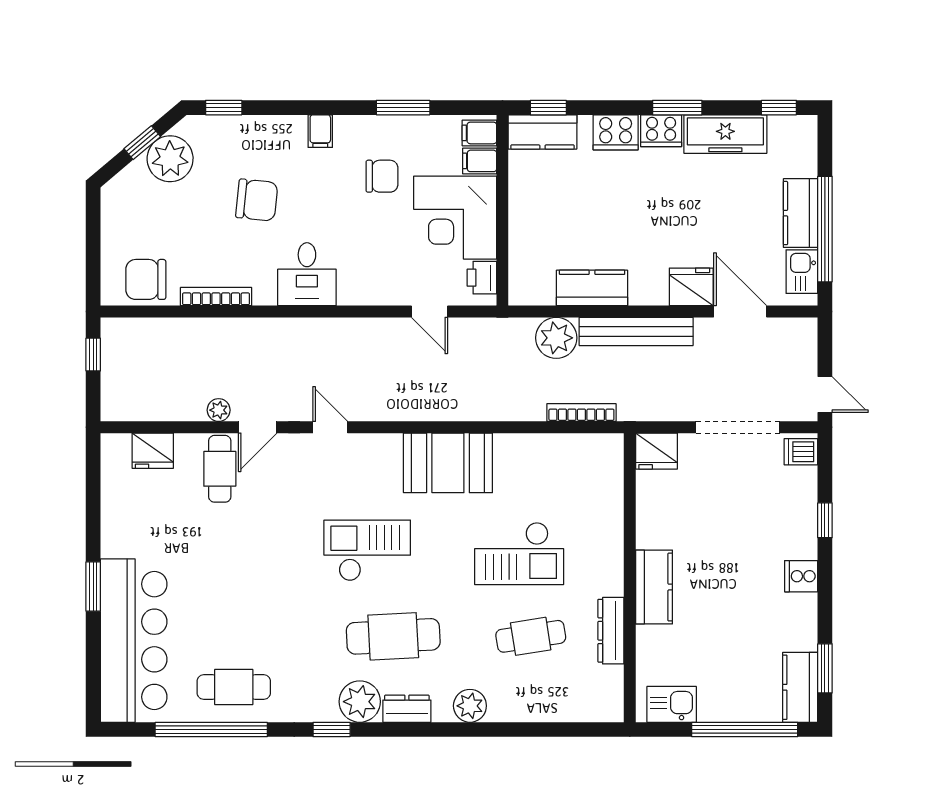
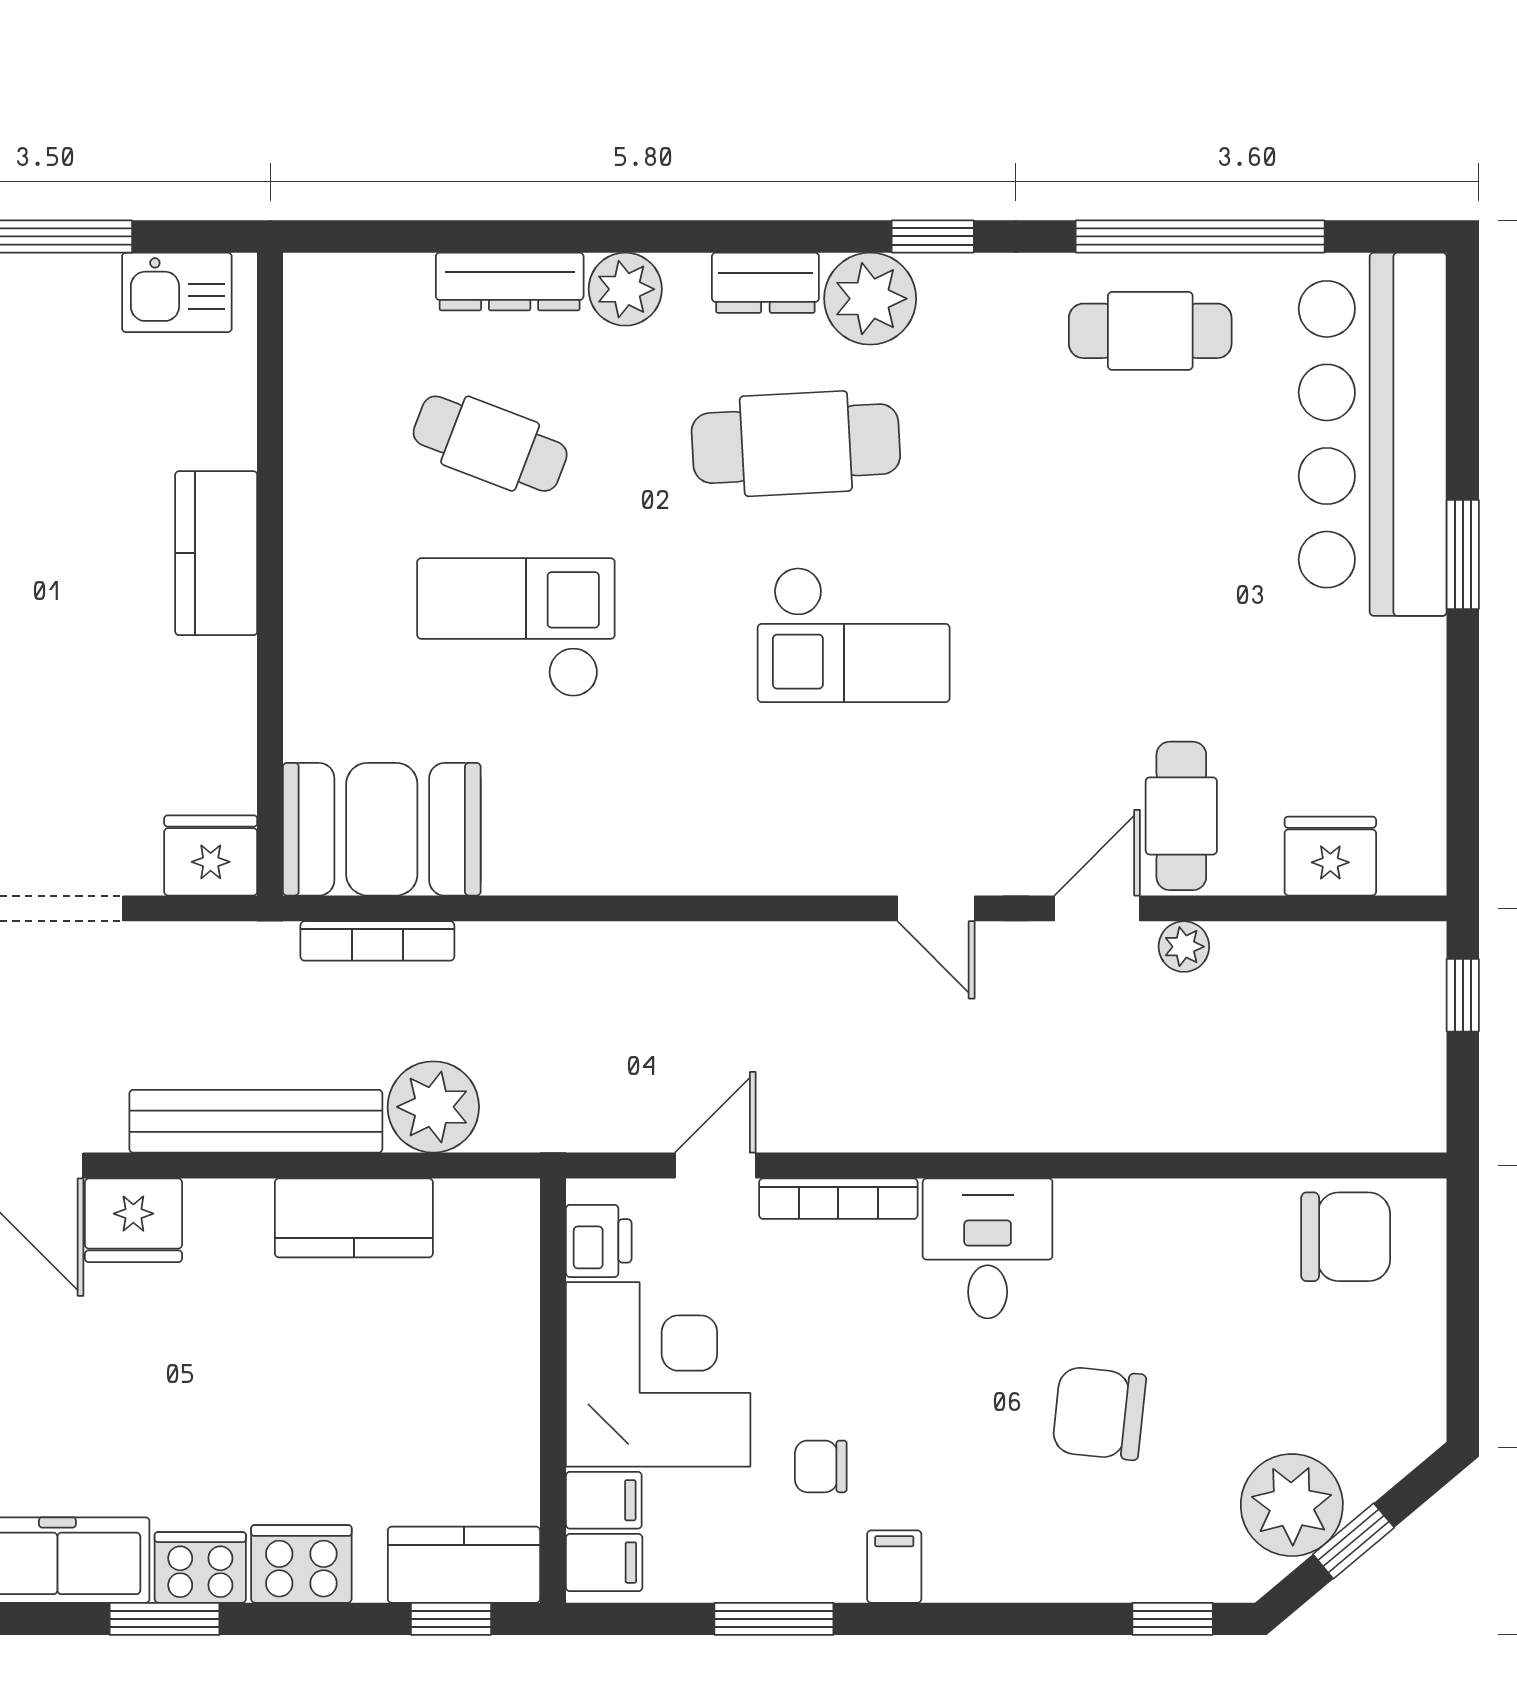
filing cabinet: (320, 131) -> (894, 1567), moved
chair: (382, 176) -> (821, 1466), width x0.73, depth x0.73
bookcase: (216, 297) -> (838, 1199), moved
door: (429, 312) -> (715, 1166), hinge flipped
window: (93, 355) -> (1463, 995), moved
booth: (448, 463) -> (382, 829), moved
dresser: (611, 631) -> (510, 281), moved, turned 90
cafe table: (531, 636) -> (490, 444), turned 30

